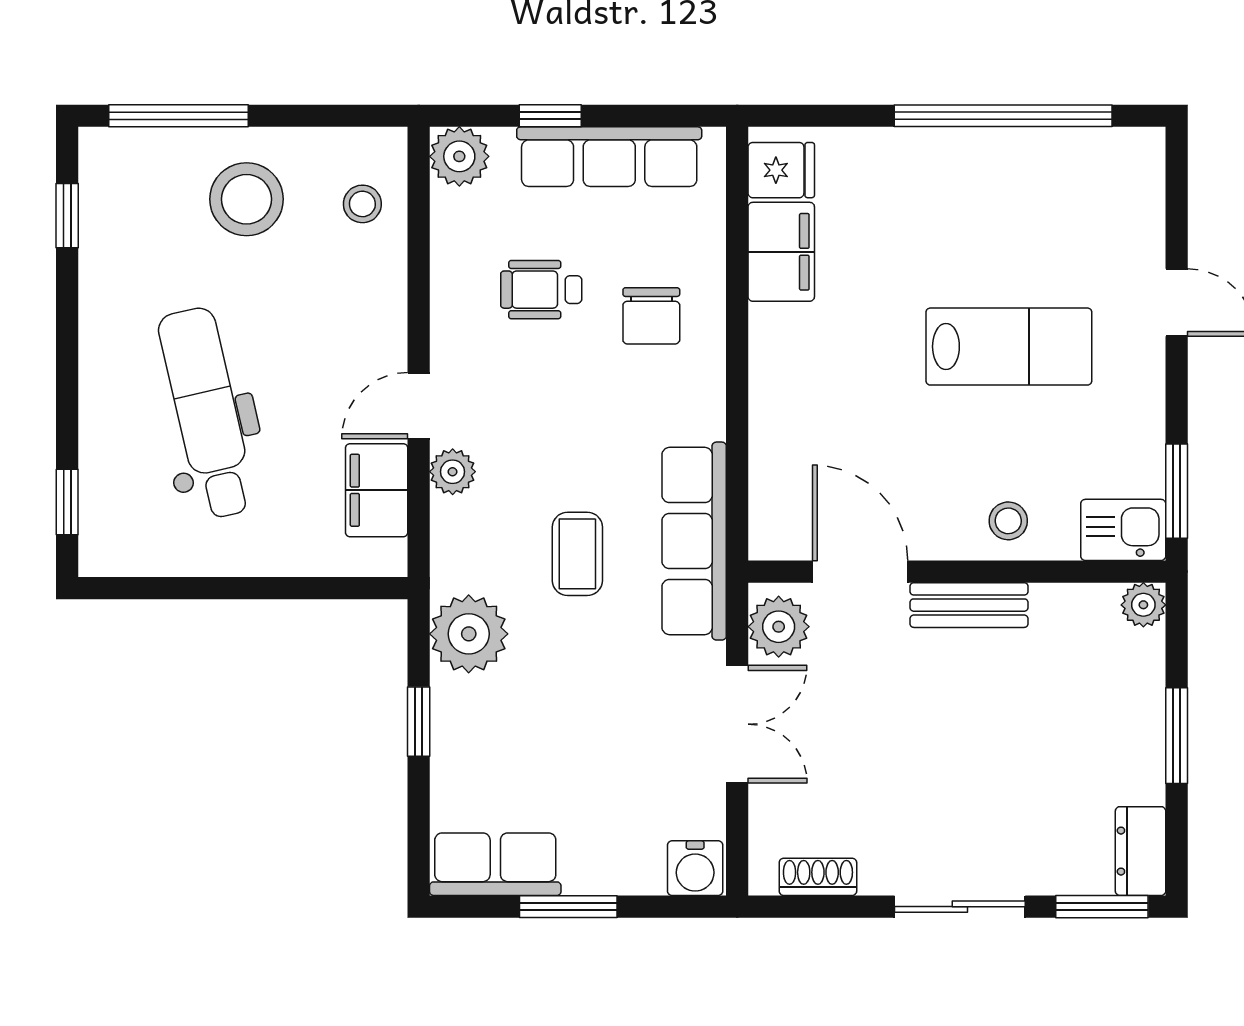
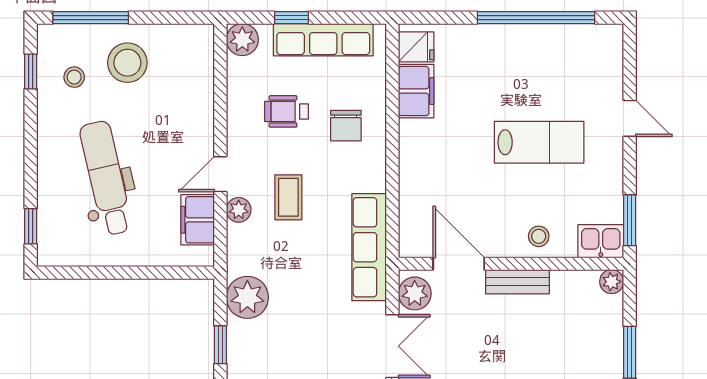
stool: (362, 204) -> (74, 77), moved
coffee table: (577, 554) -> (288, 197), moved

